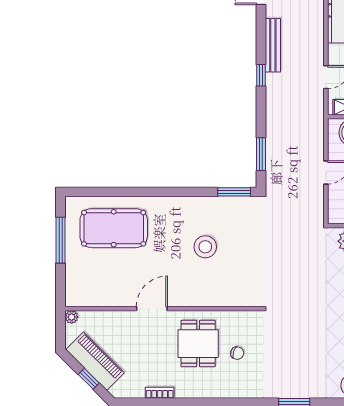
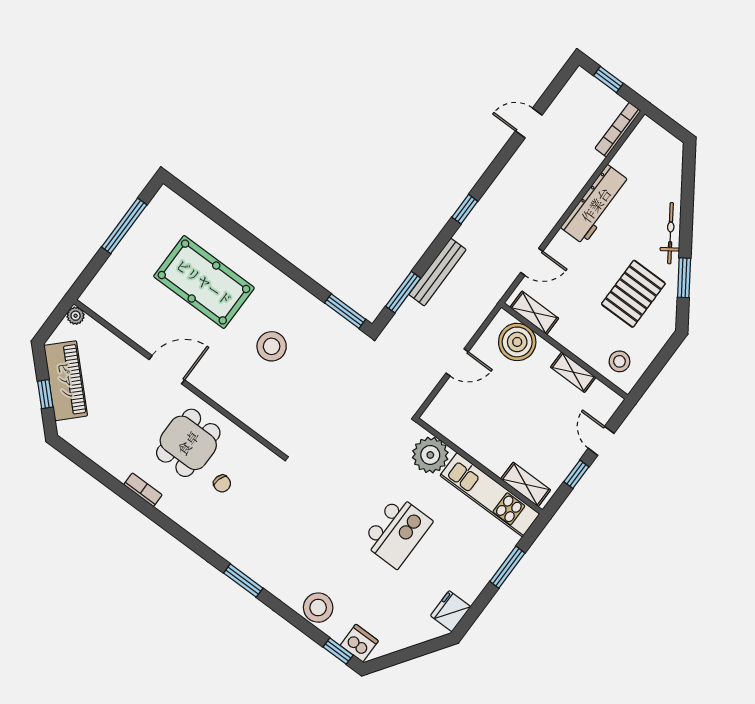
bench: (273, 45) -> (437, 272), moved
pool table: (114, 228) -> (204, 282), moved
bookcase: (160, 393) -> (143, 490), moved

